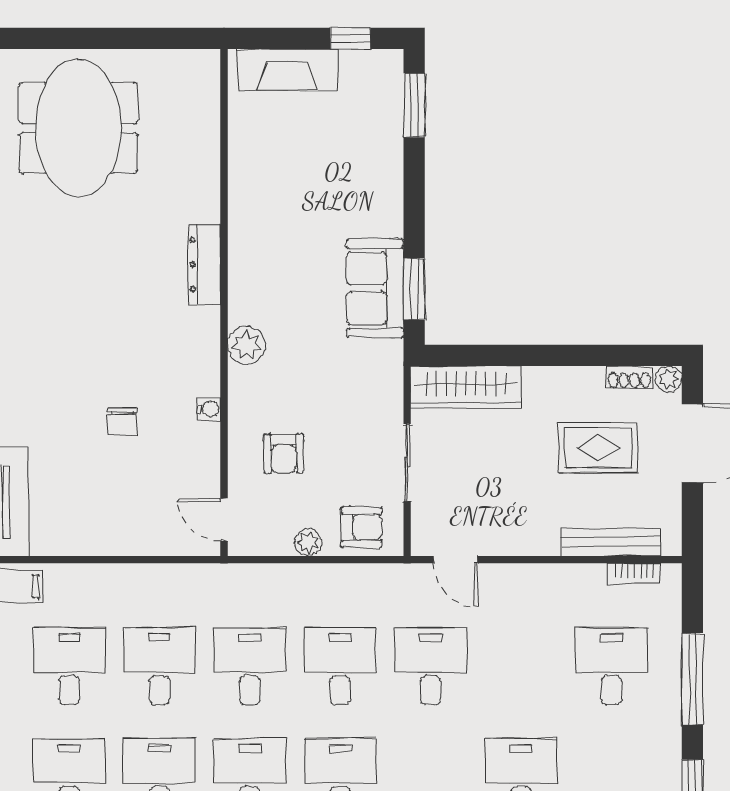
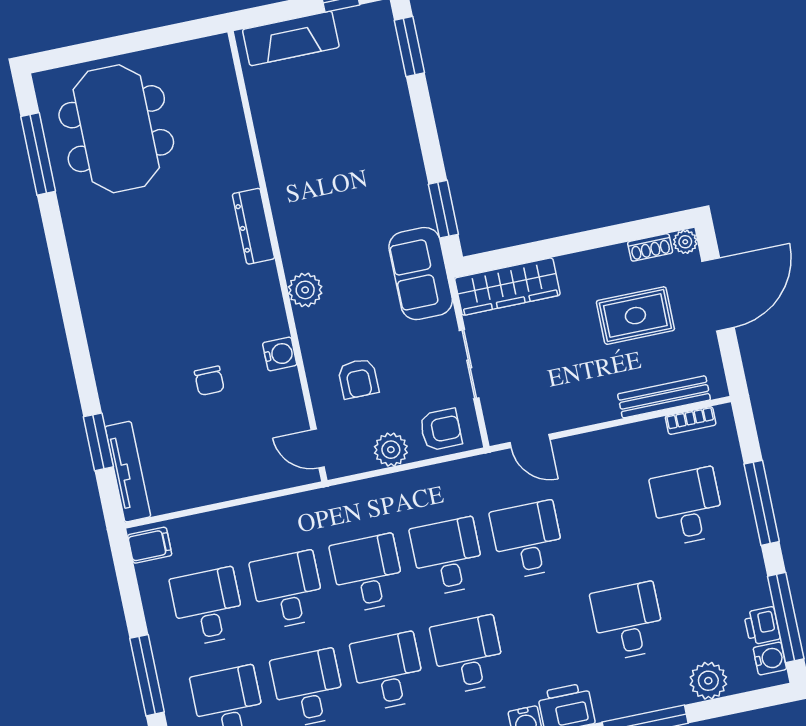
sofa: (375, 288) -> (421, 274), moved
water cooler: (209, 409) -> (280, 354), width x1.38, depth x1.38
plant: (308, 543) -> (391, 450), width x1.38, depth x1.38

